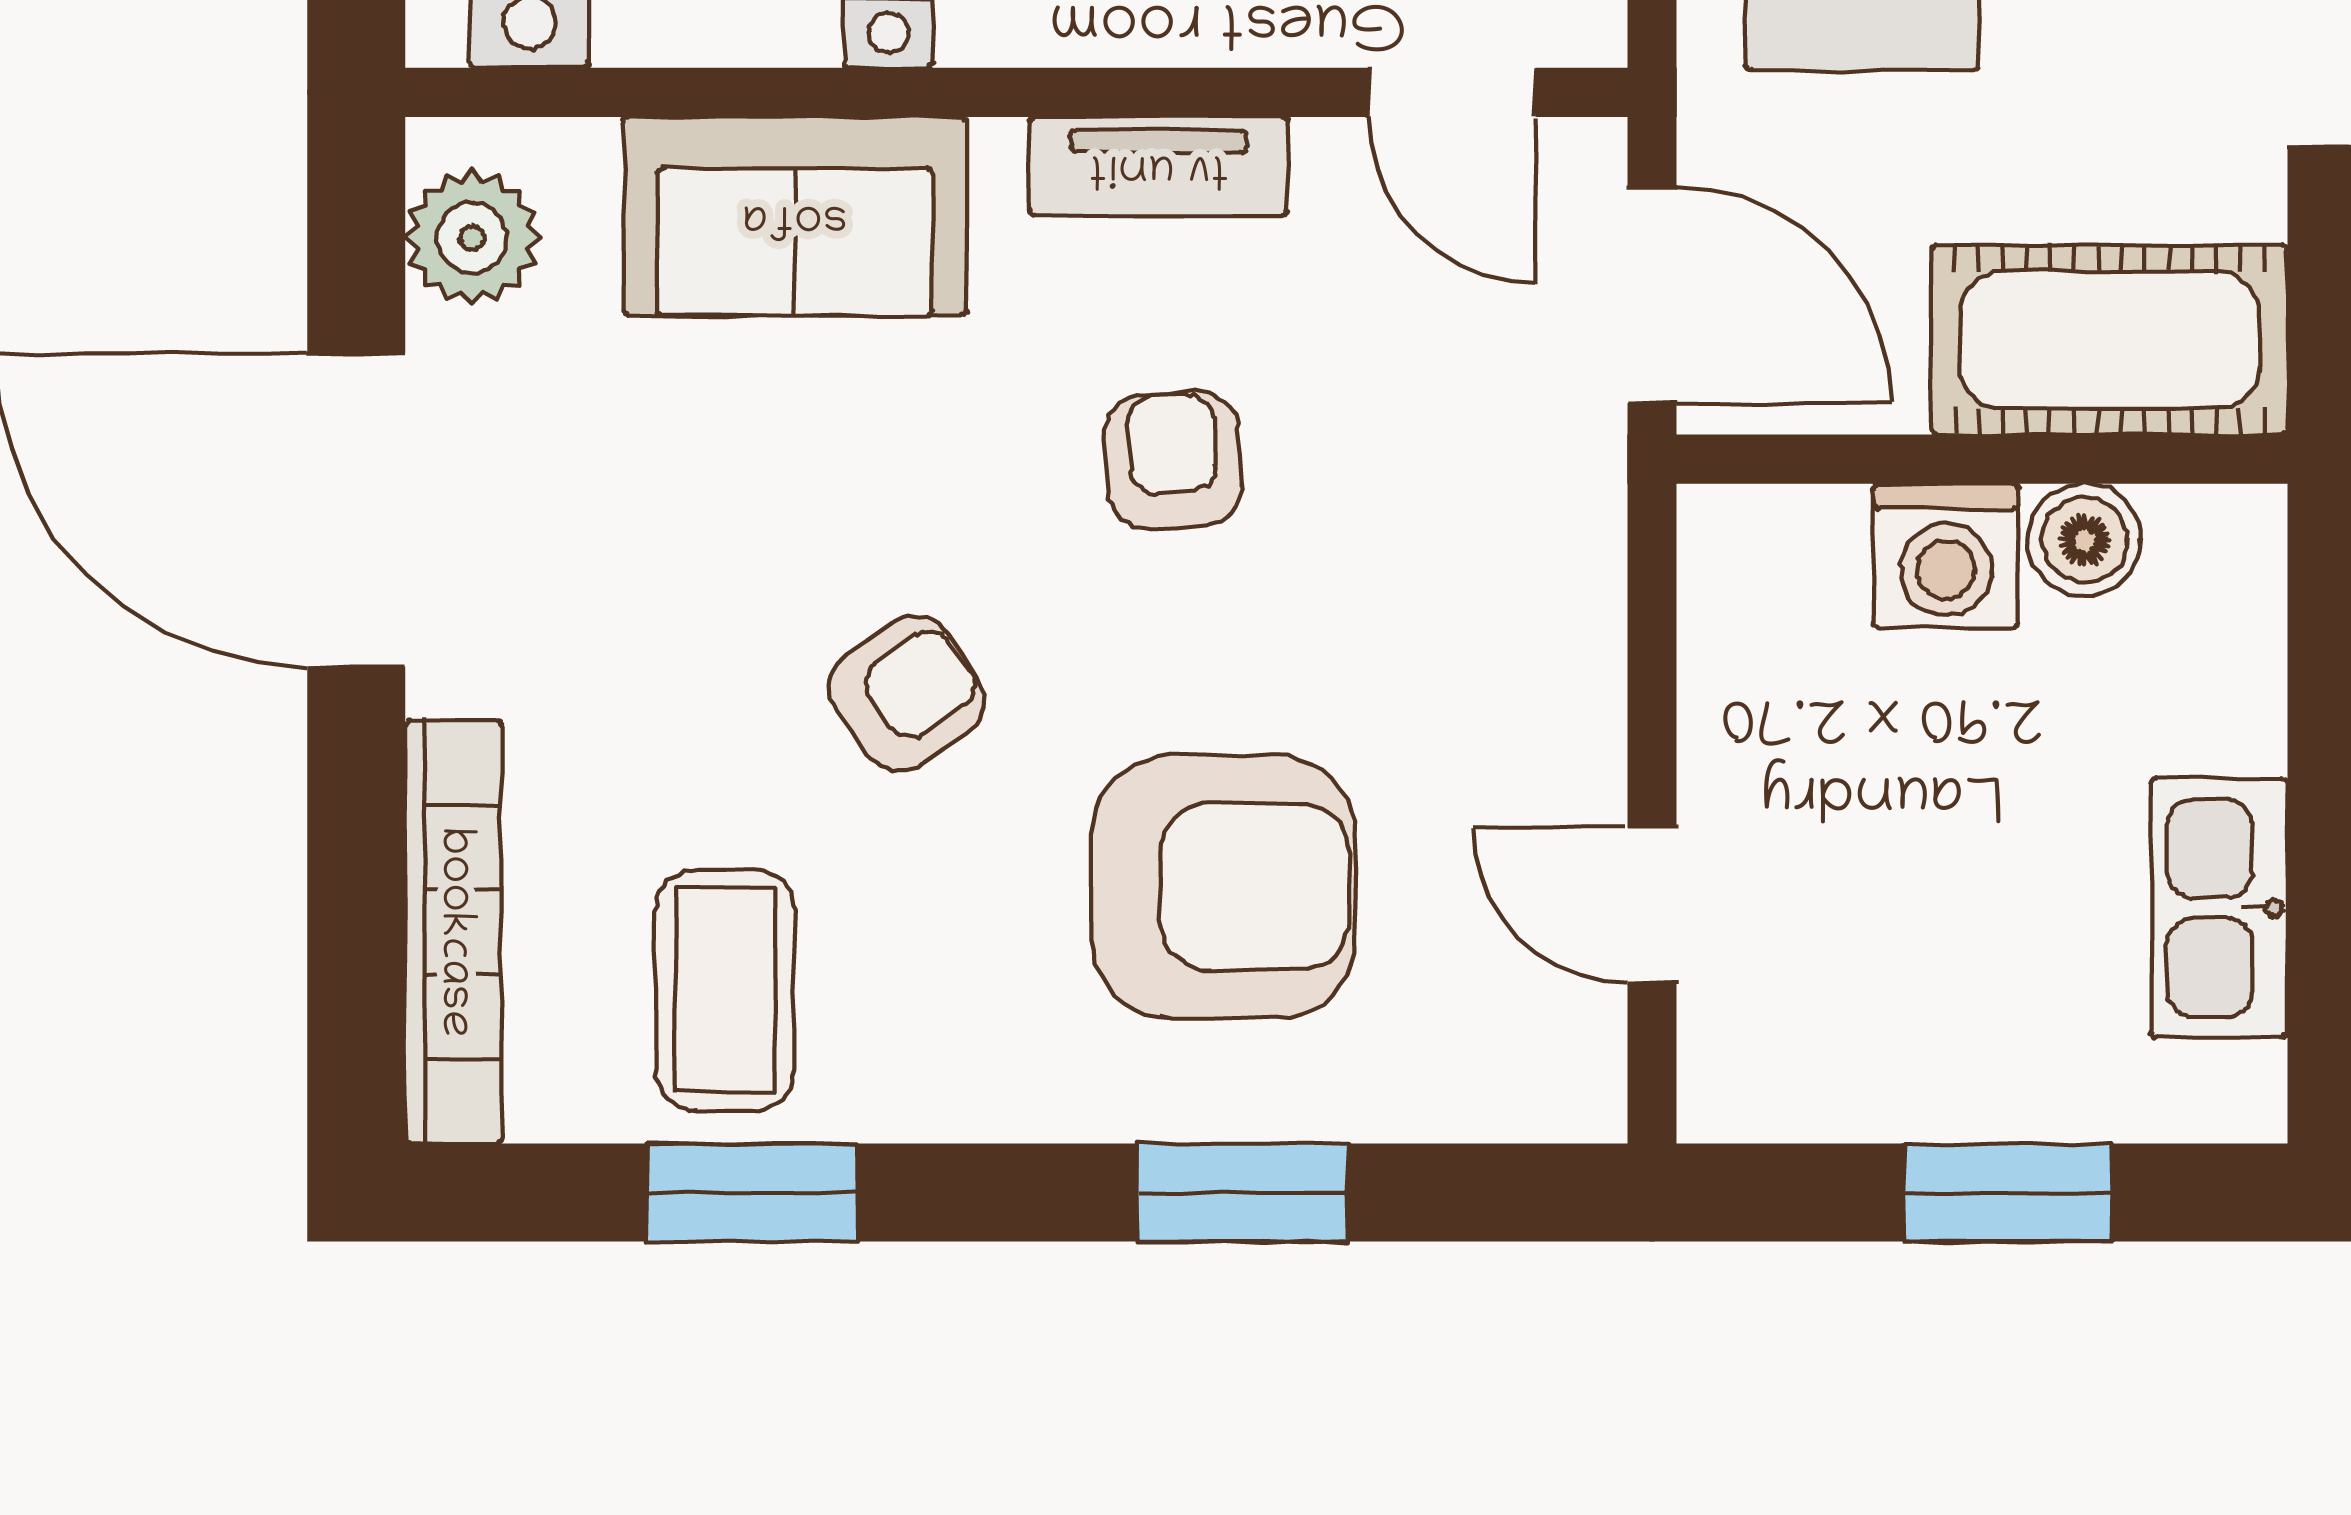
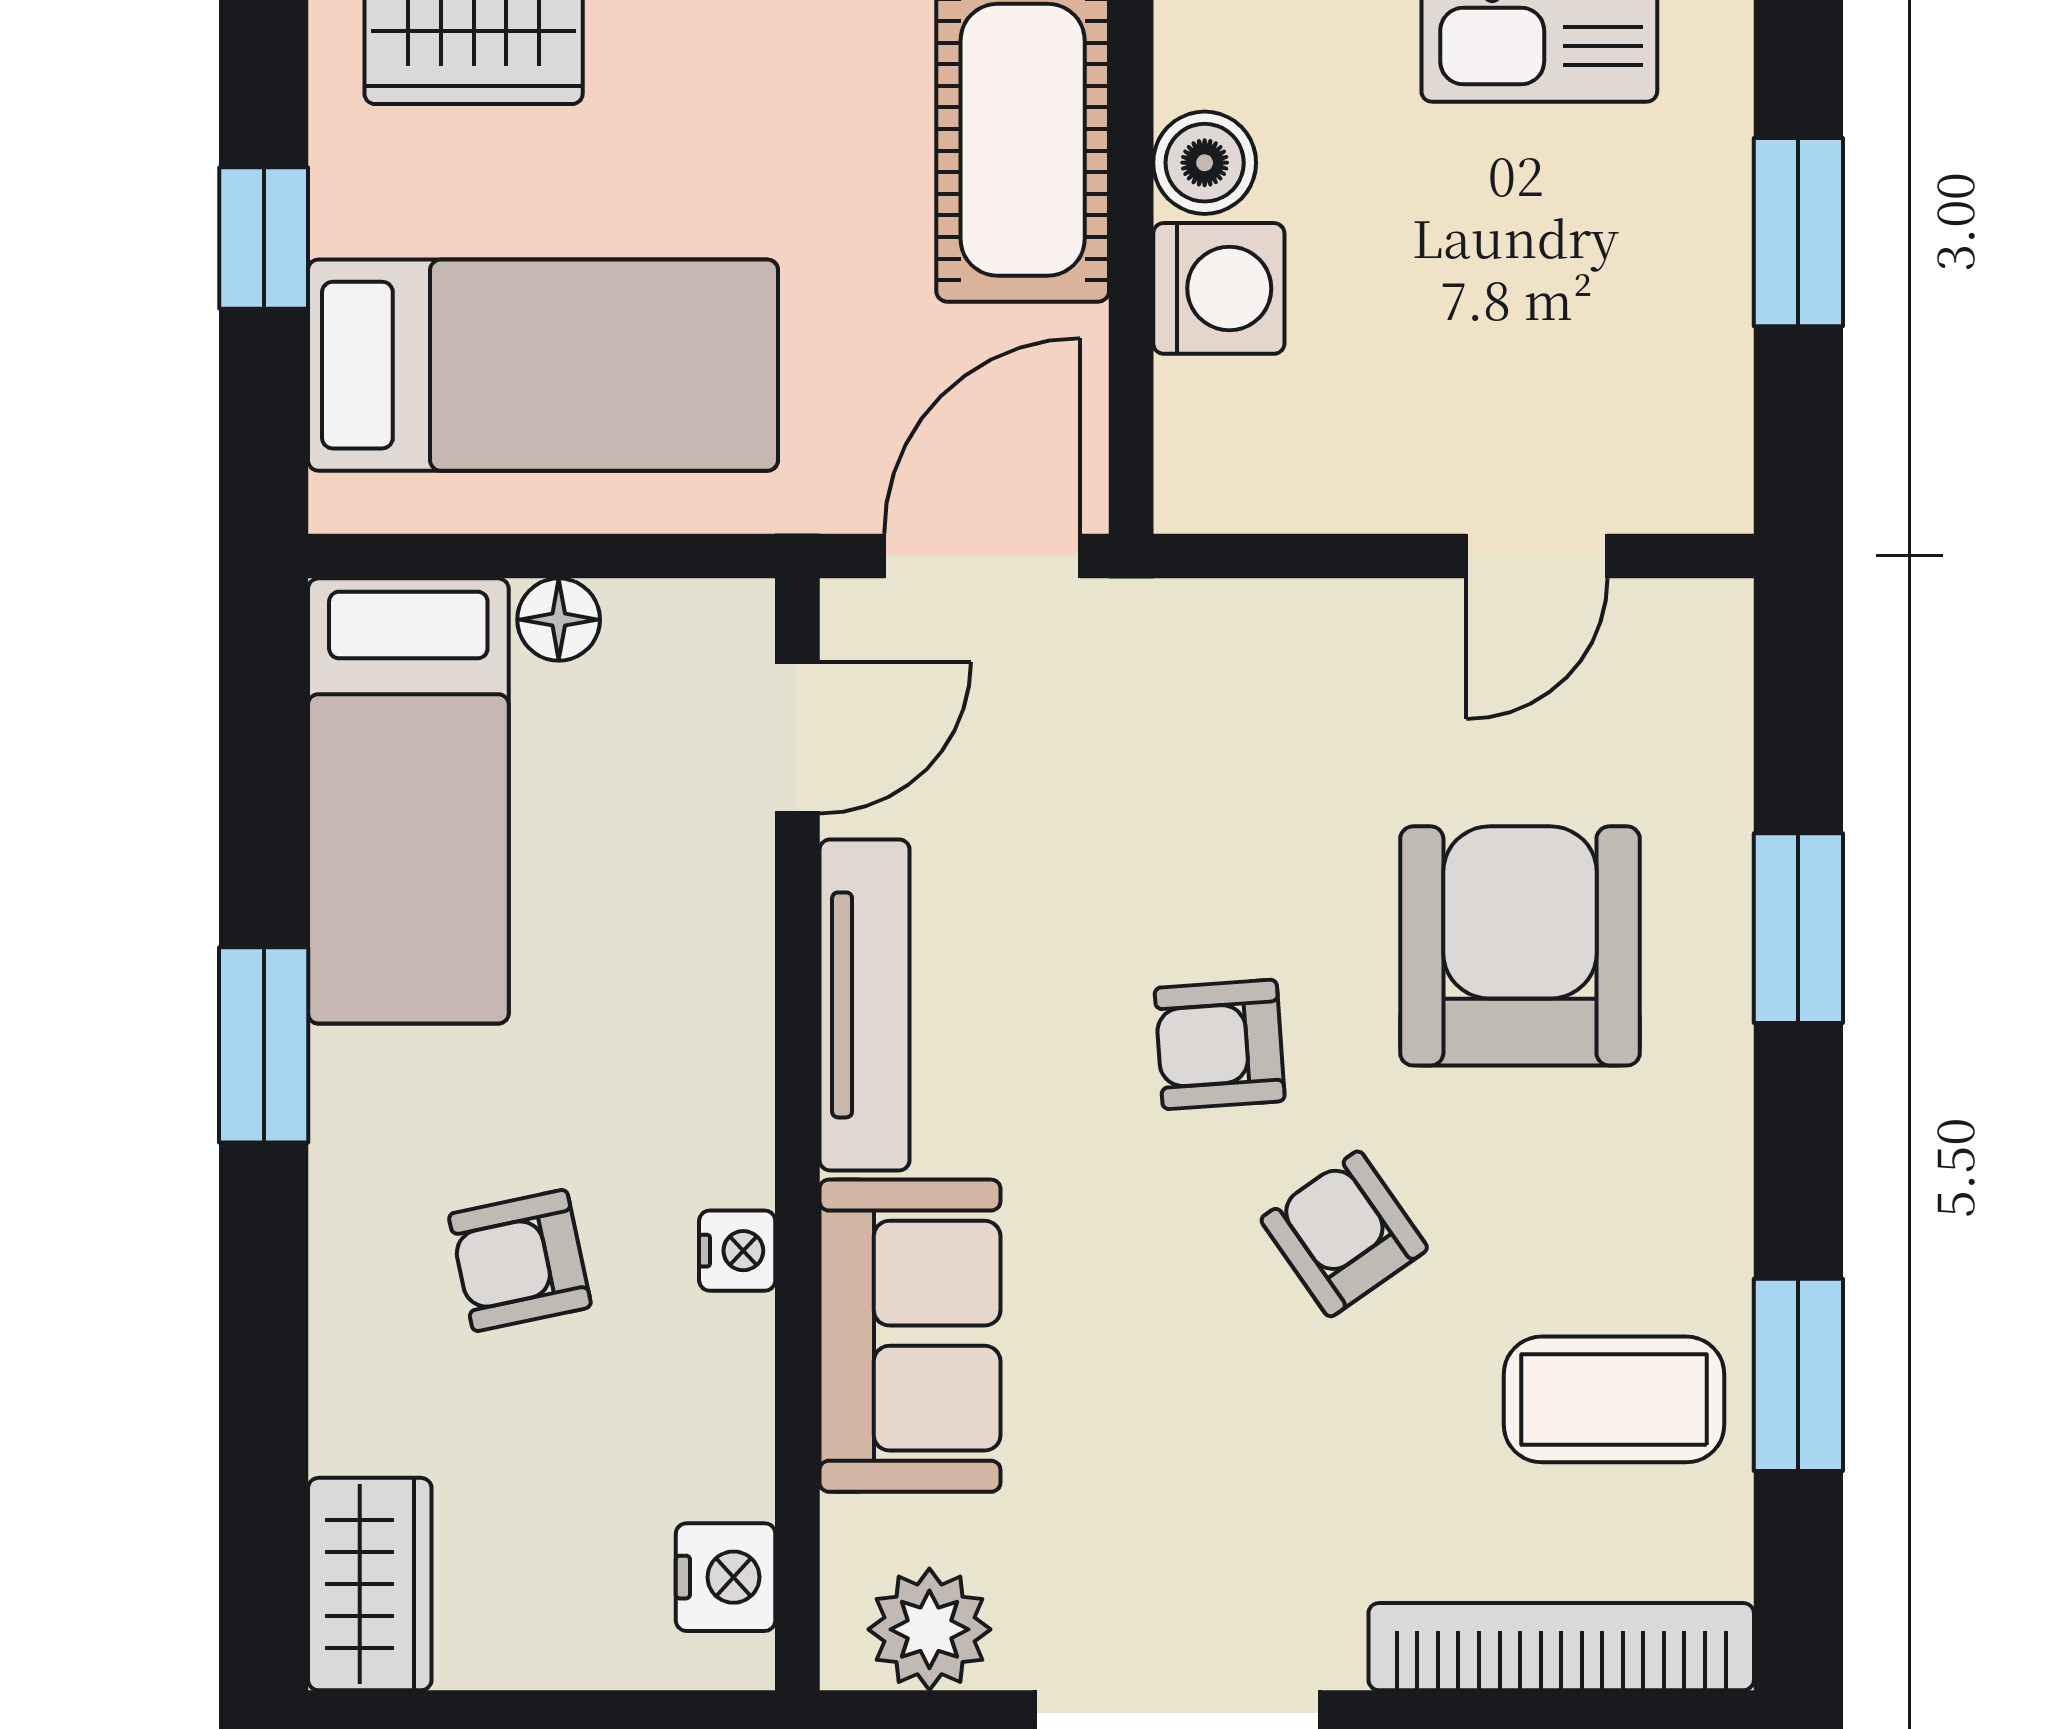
tv unit: (1159, 166) -> (865, 1005), width x1.41
armchair: (1173, 460) -> (1220, 1044), moved

